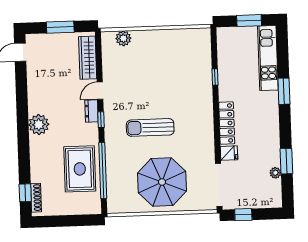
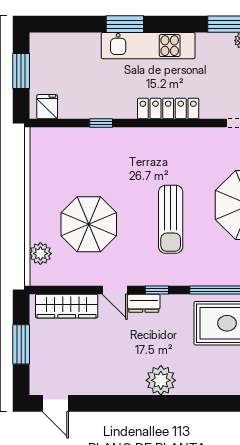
kitchen unit: (268, 58) -> (148, 46), moved
parasol: (145, 71) -> (89, 224), added
fridge: (229, 153) -> (47, 107), moved

